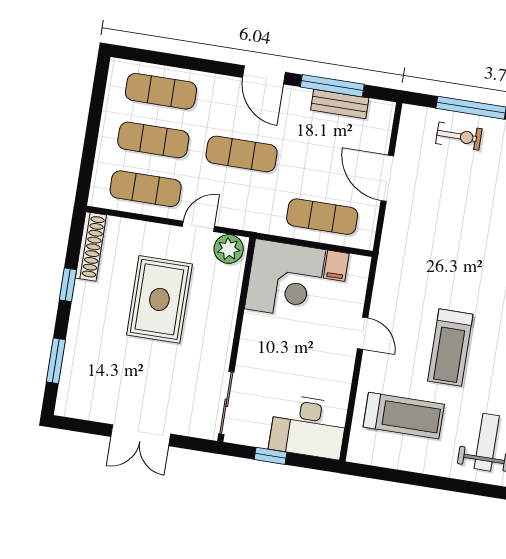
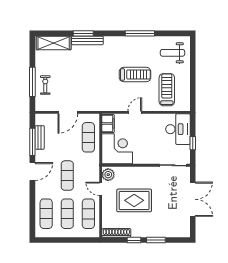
filing cabinet: (336, 266) -> (108, 124), width x2.00
window: (56, 361) -> (156, 240), moved
double door: (141, 435) -> (193, 199), width x1.37

